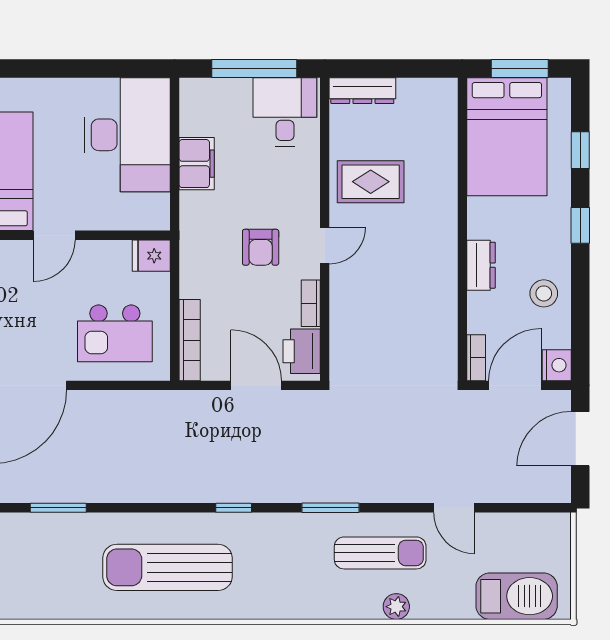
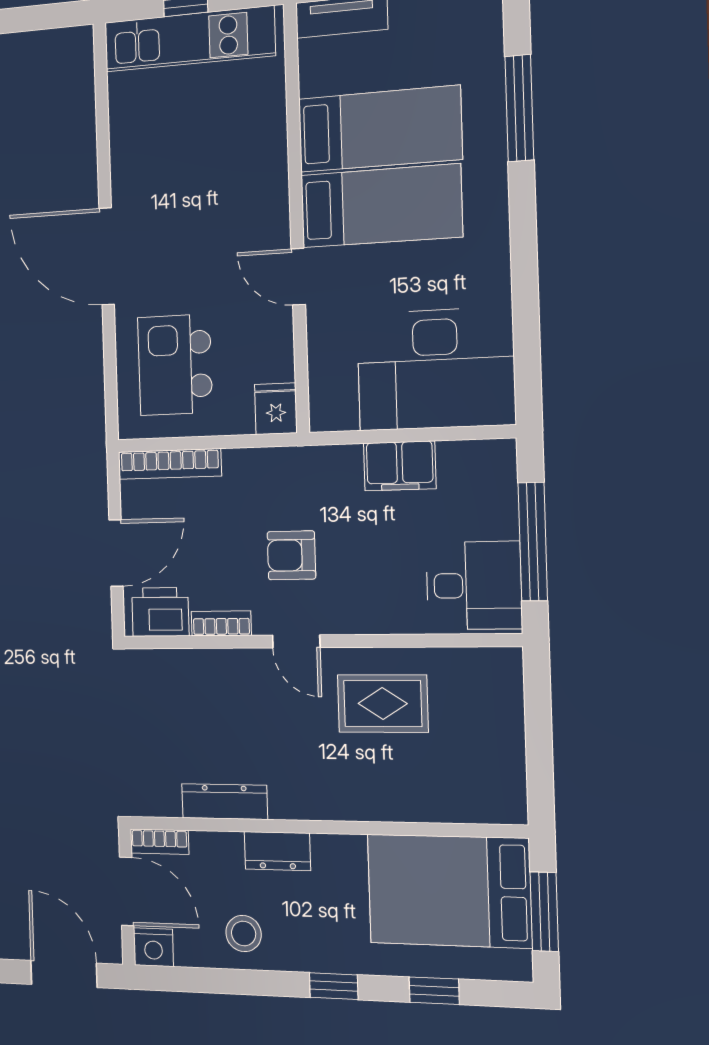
dresser: (362, 91) -> (225, 802), moved, turned 90
rug: (371, 182) -> (383, 704), turned 90

